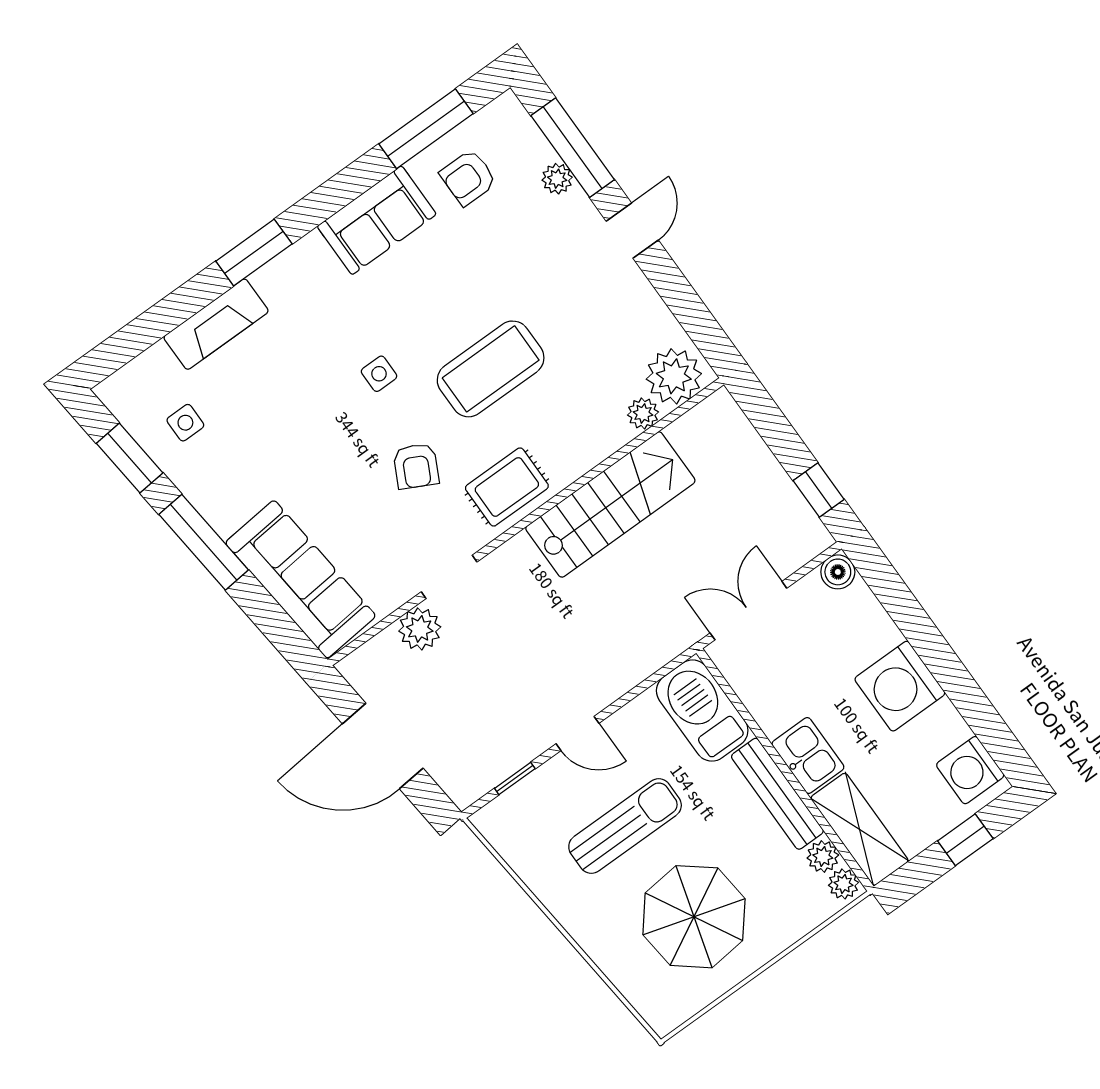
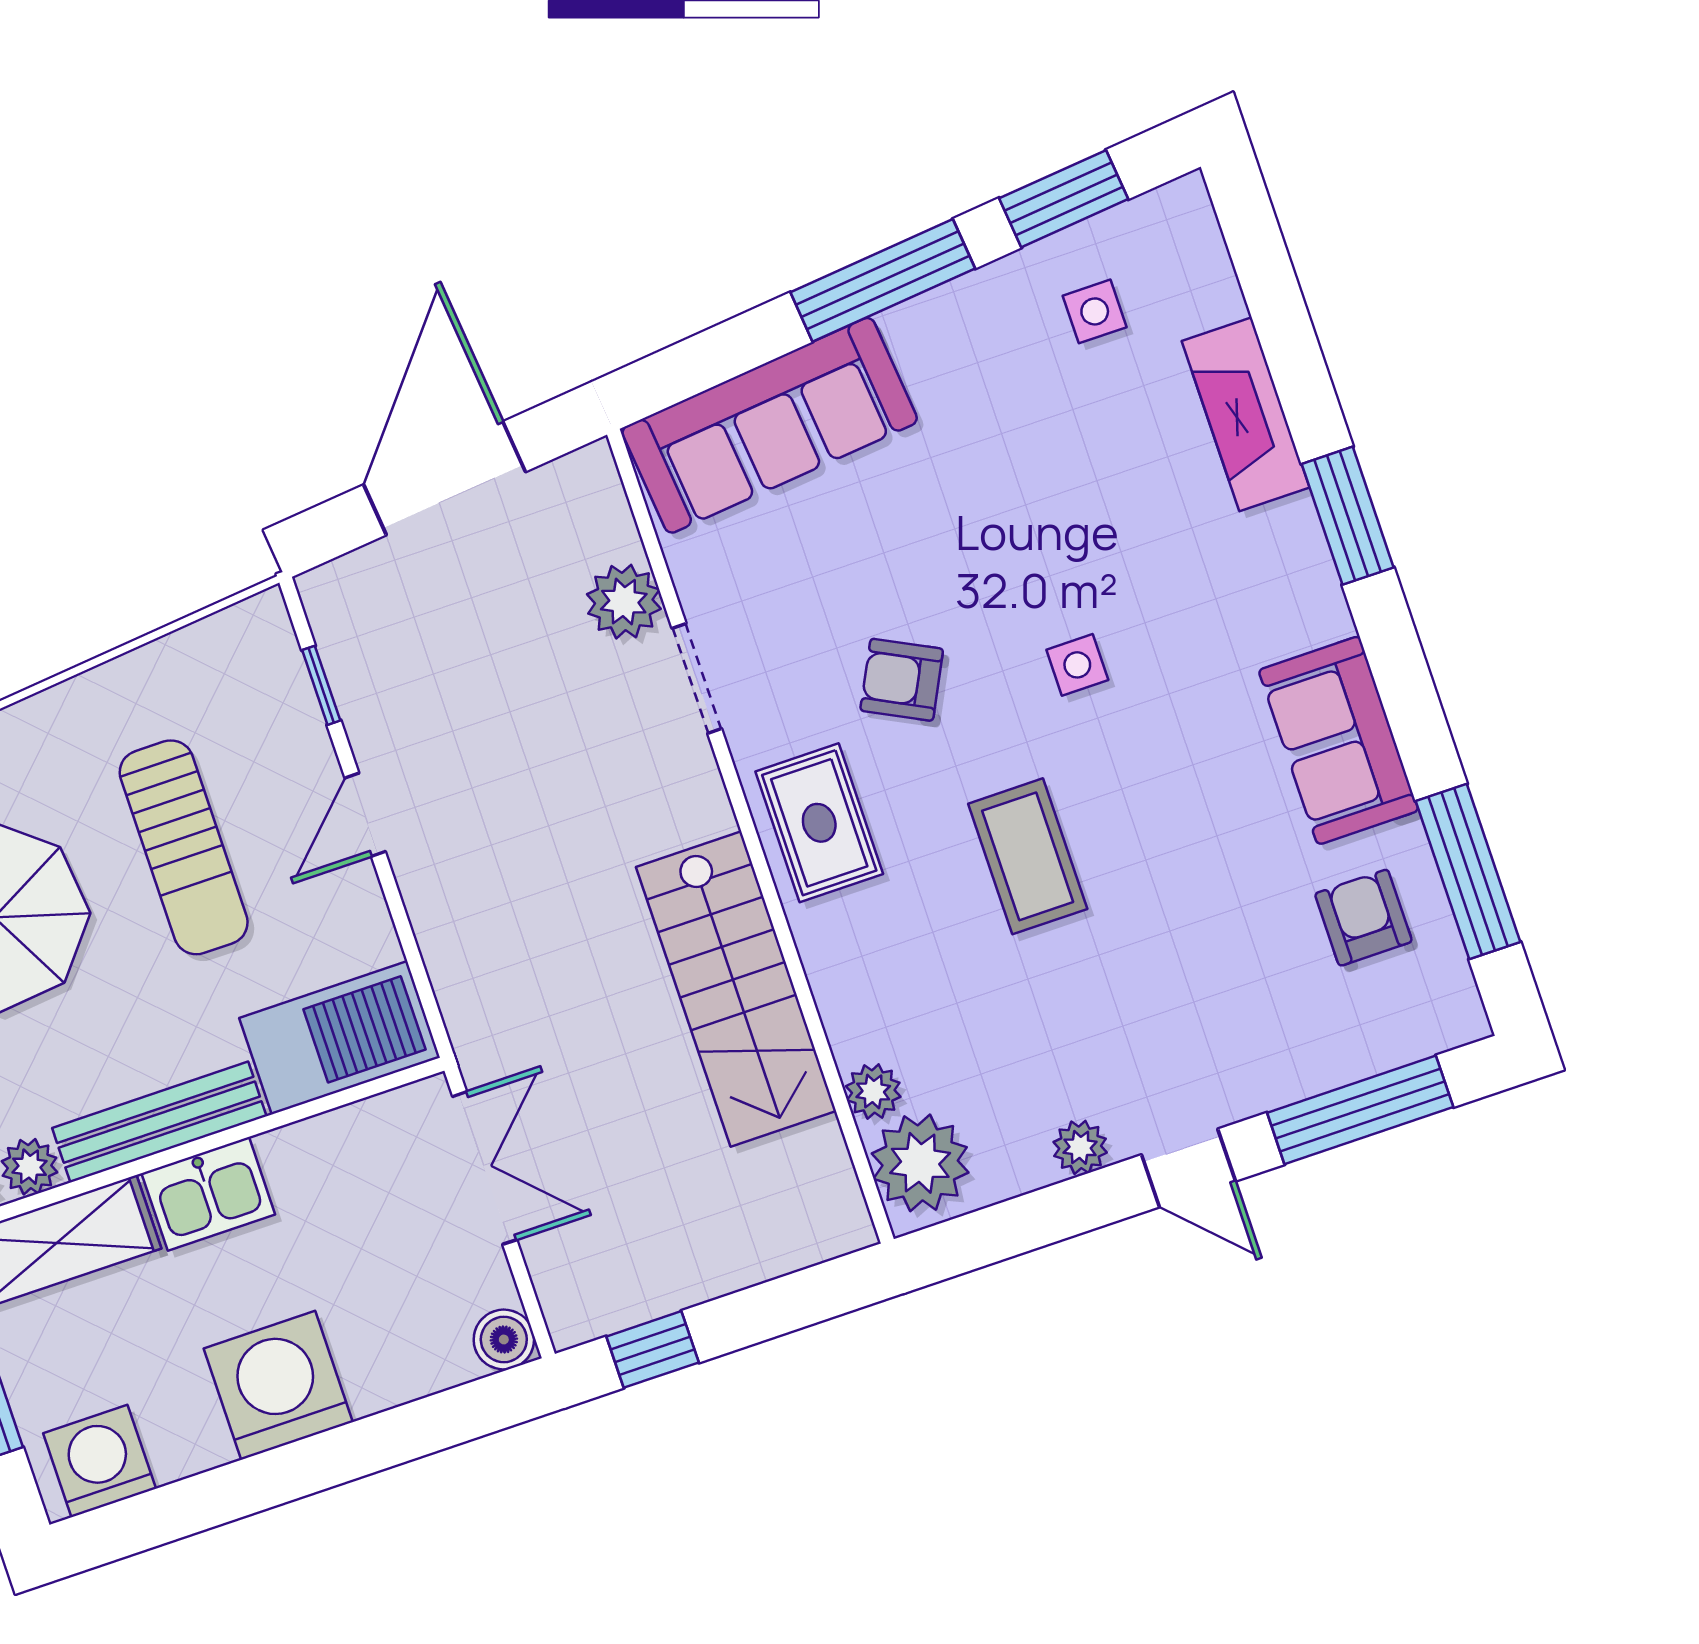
plant: (557, 179) -> (1080, 1147), moved
coffee table: (491, 369) -> (1028, 856), width x0.73, depth x0.76

